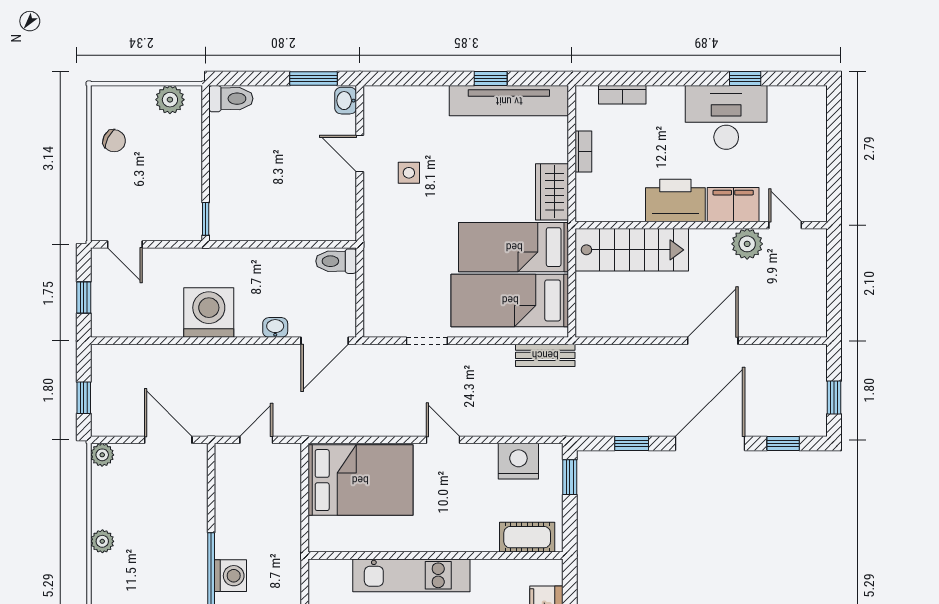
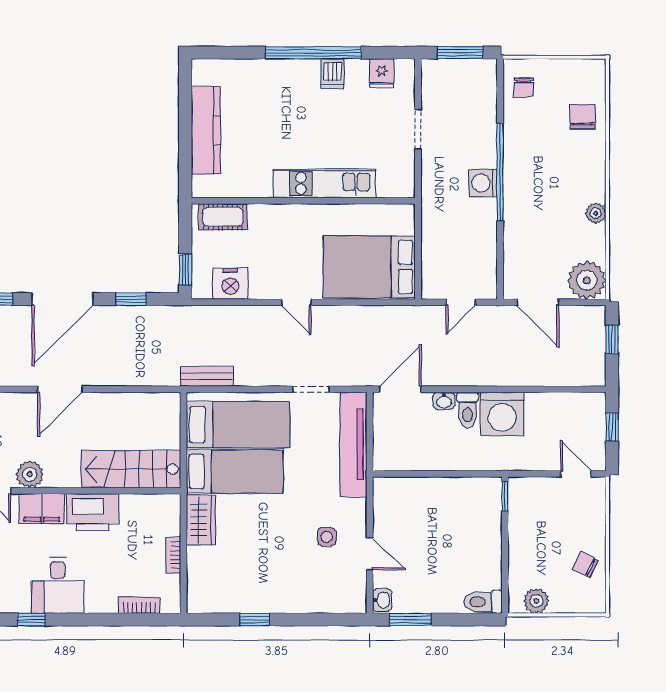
tv unit: (509, 101) -> (353, 444), moved, turned -90
desk: (726, 117) -> (58, 585), width x0.73
toilet: (336, 261) -> (468, 410), moved, turned 90
plant: (102, 455) -> (587, 280), width x1.87, depth x1.87

